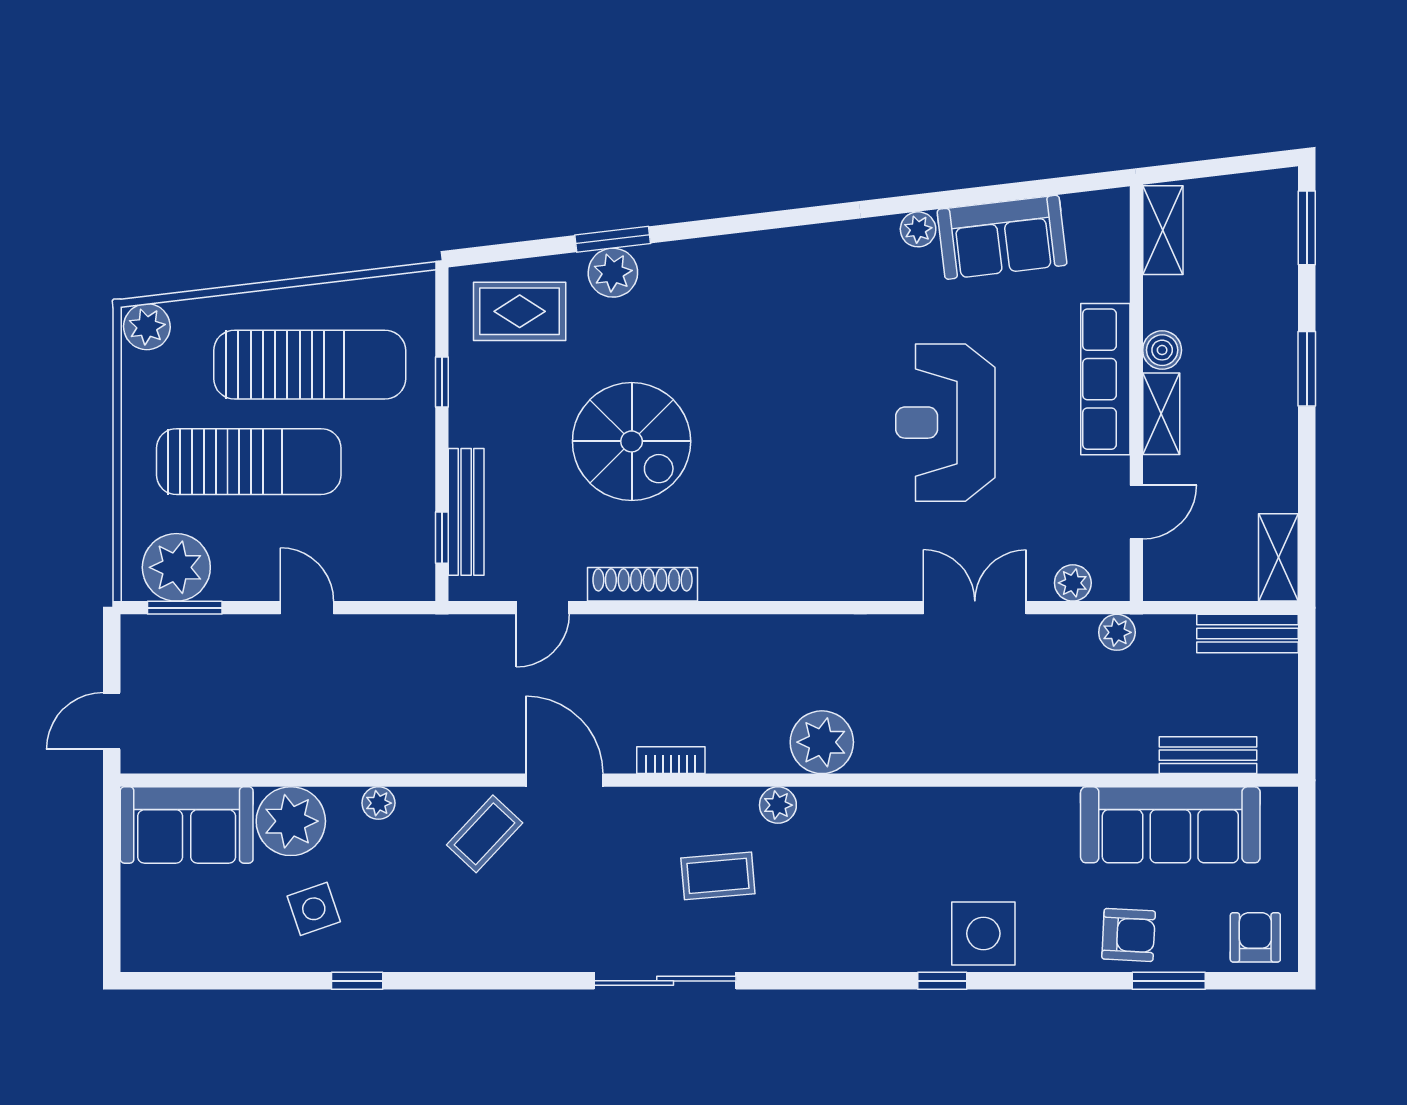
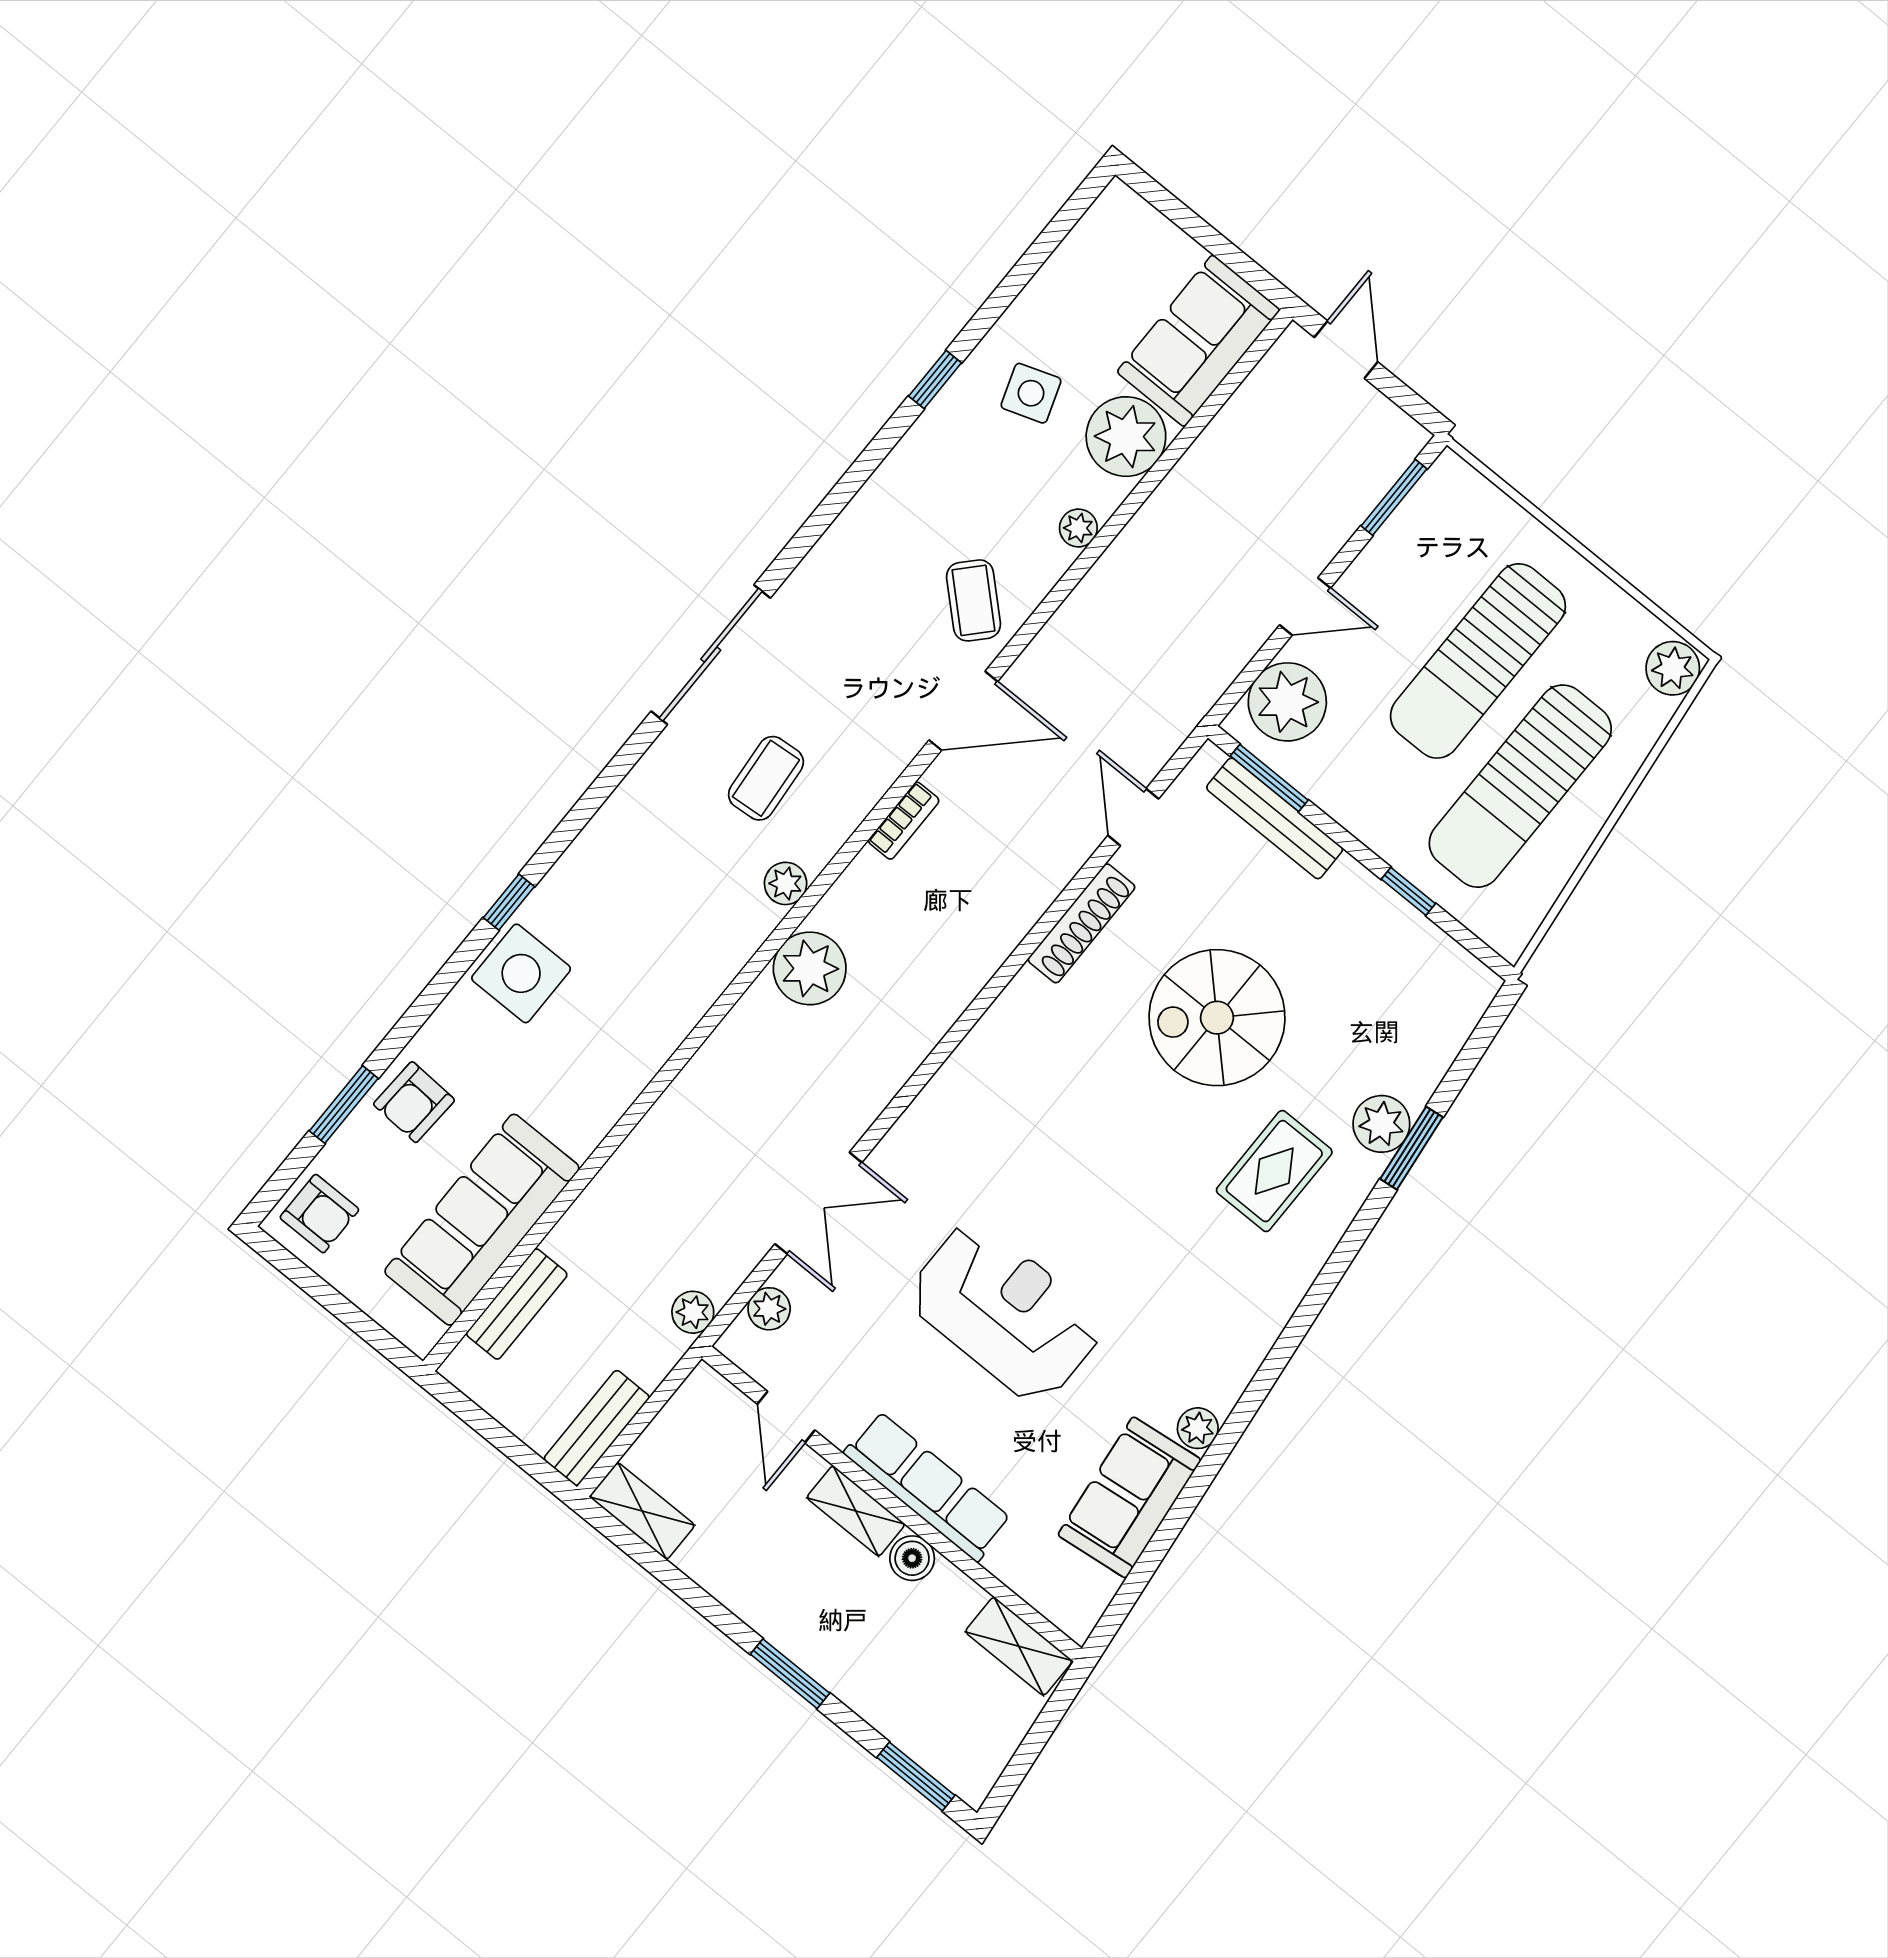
rug: (520, 311) -> (1274, 1171), moved
window: (442, 538) -> (1269, 778), width x1.50
plant: (176, 567) -> (1287, 702), moved

